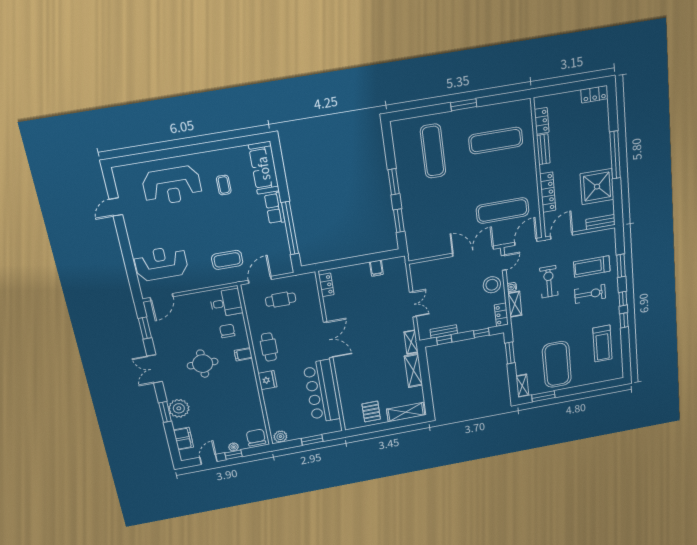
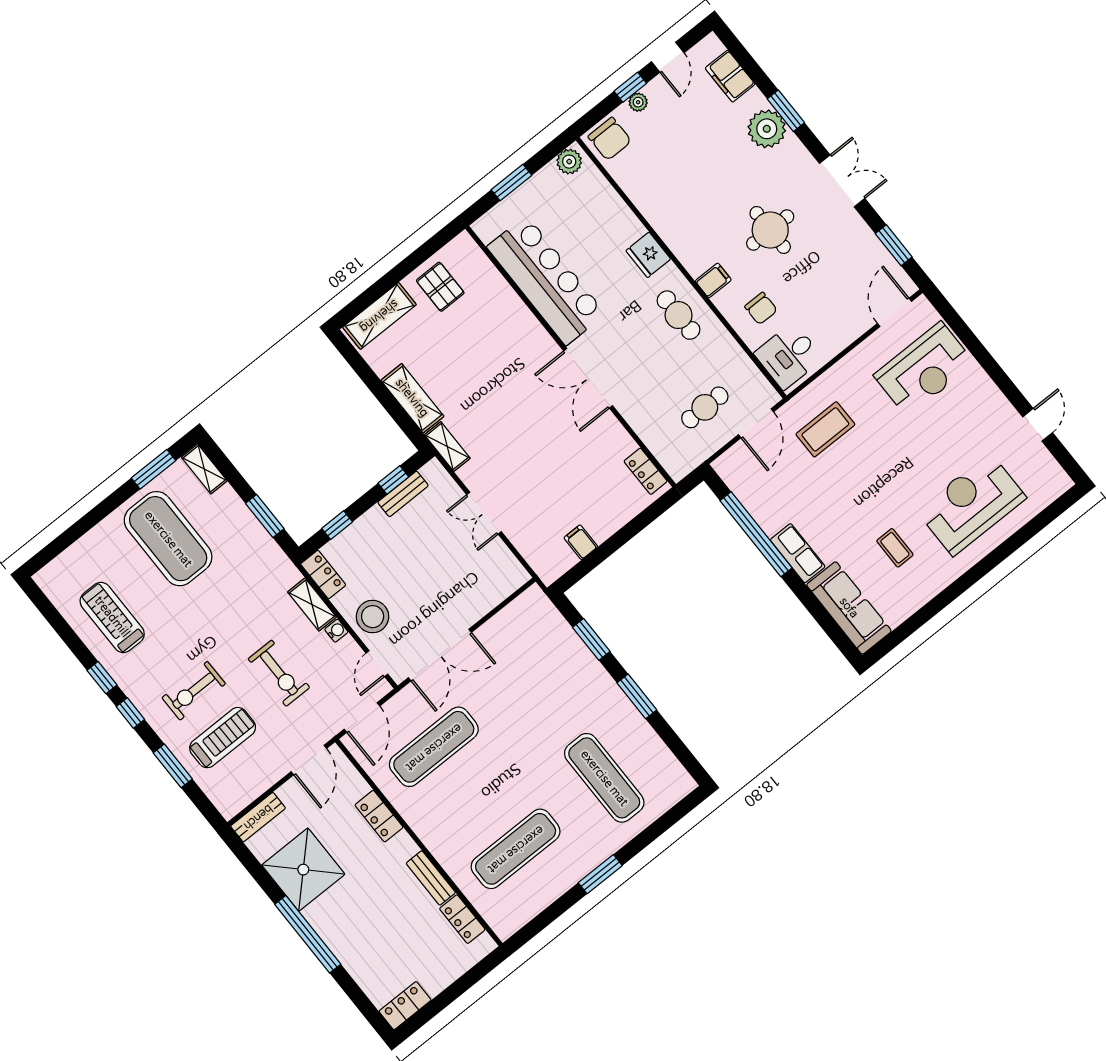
locker: (548, 192) -> (379, 816), width x0.66

